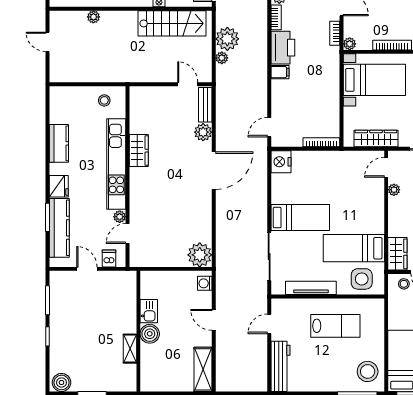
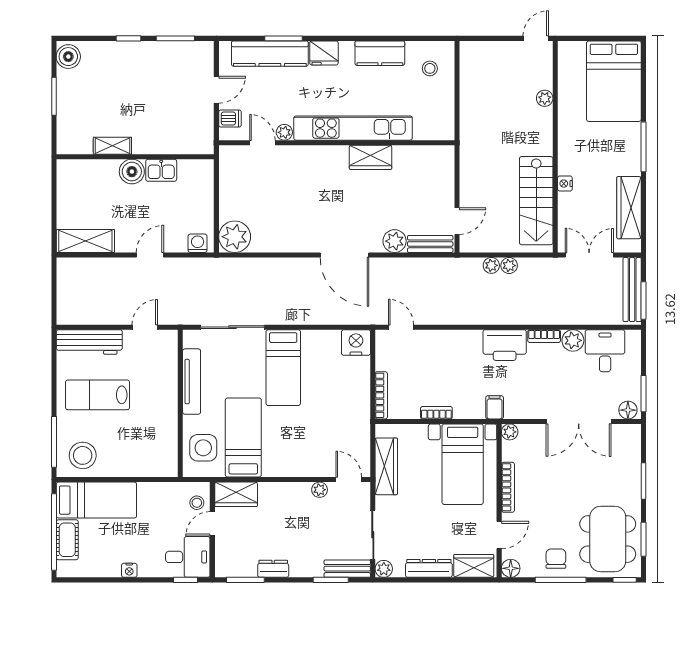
bookcase: (335, 33) -> (436, 413), moved
plant: (227, 39) -> (509, 266), width x0.53, depth x0.53
door: (48, 42) -> (536, 38), moved
filing cabinet: (280, 72) -> (495, 407), moved, turned 180
stool: (104, 100) -> (430, 68), moved
door: (269, 324) -> (145, 327), hinge flipped
lab bench: (335, 326) -> (97, 395), moved, turned 90

